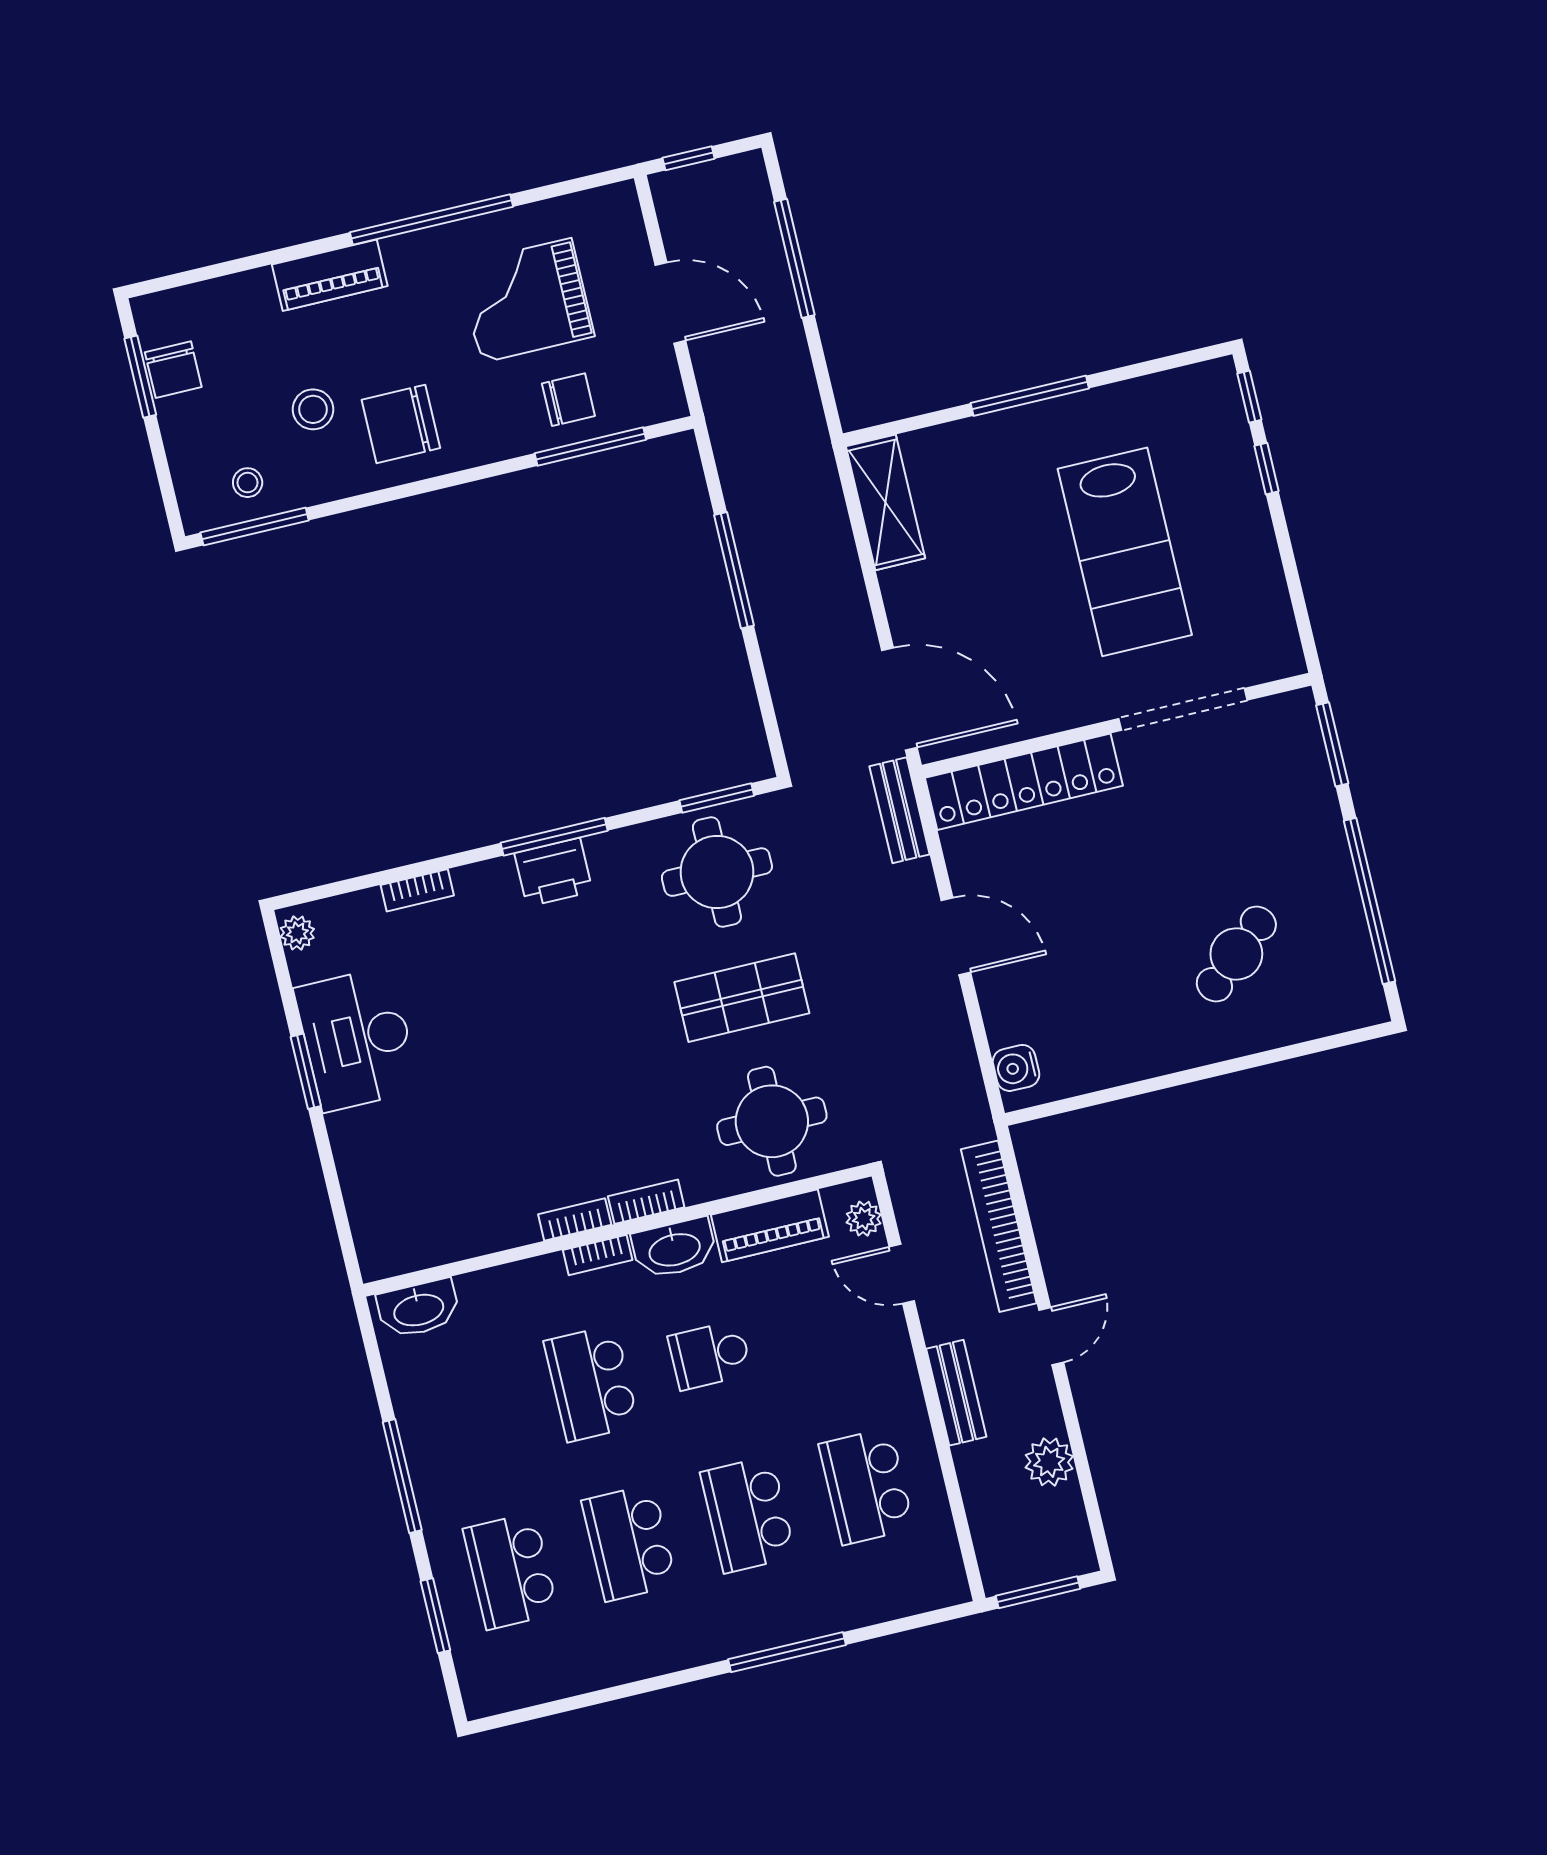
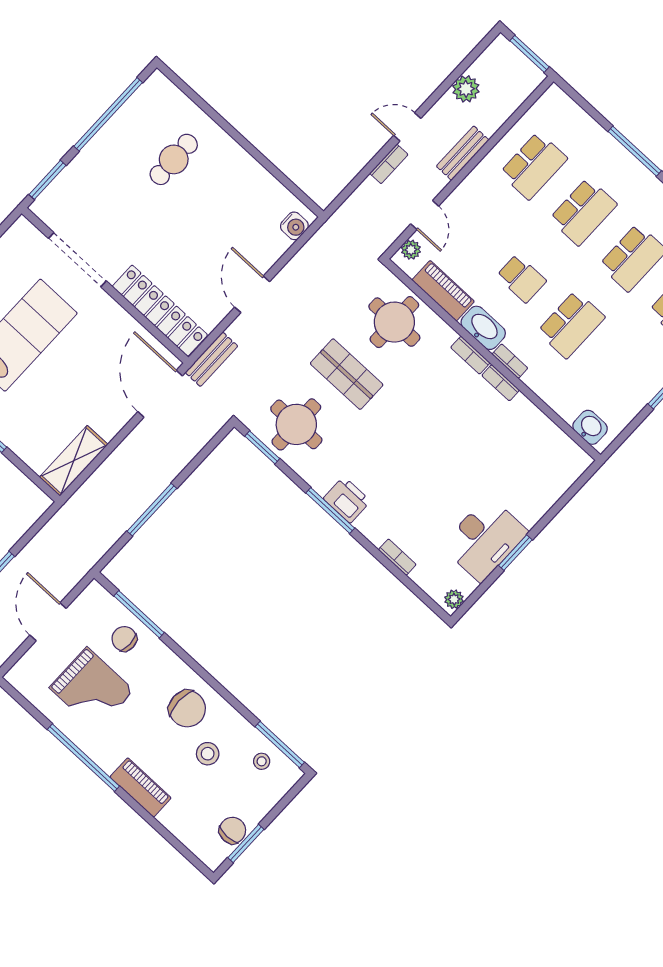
cafe table: (1236, 954) -> (174, 159), turned -50
bookcase: (999, 1226) -> (389, 164), width x0.43, depth x0.76
washbasin: (418, 1309) -> (590, 427), width x0.72

